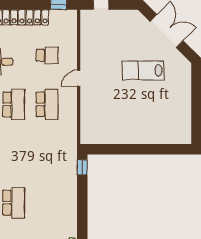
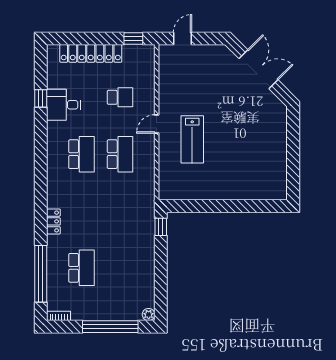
lab bench: (143, 70) -> (192, 139), moved, turned -90

